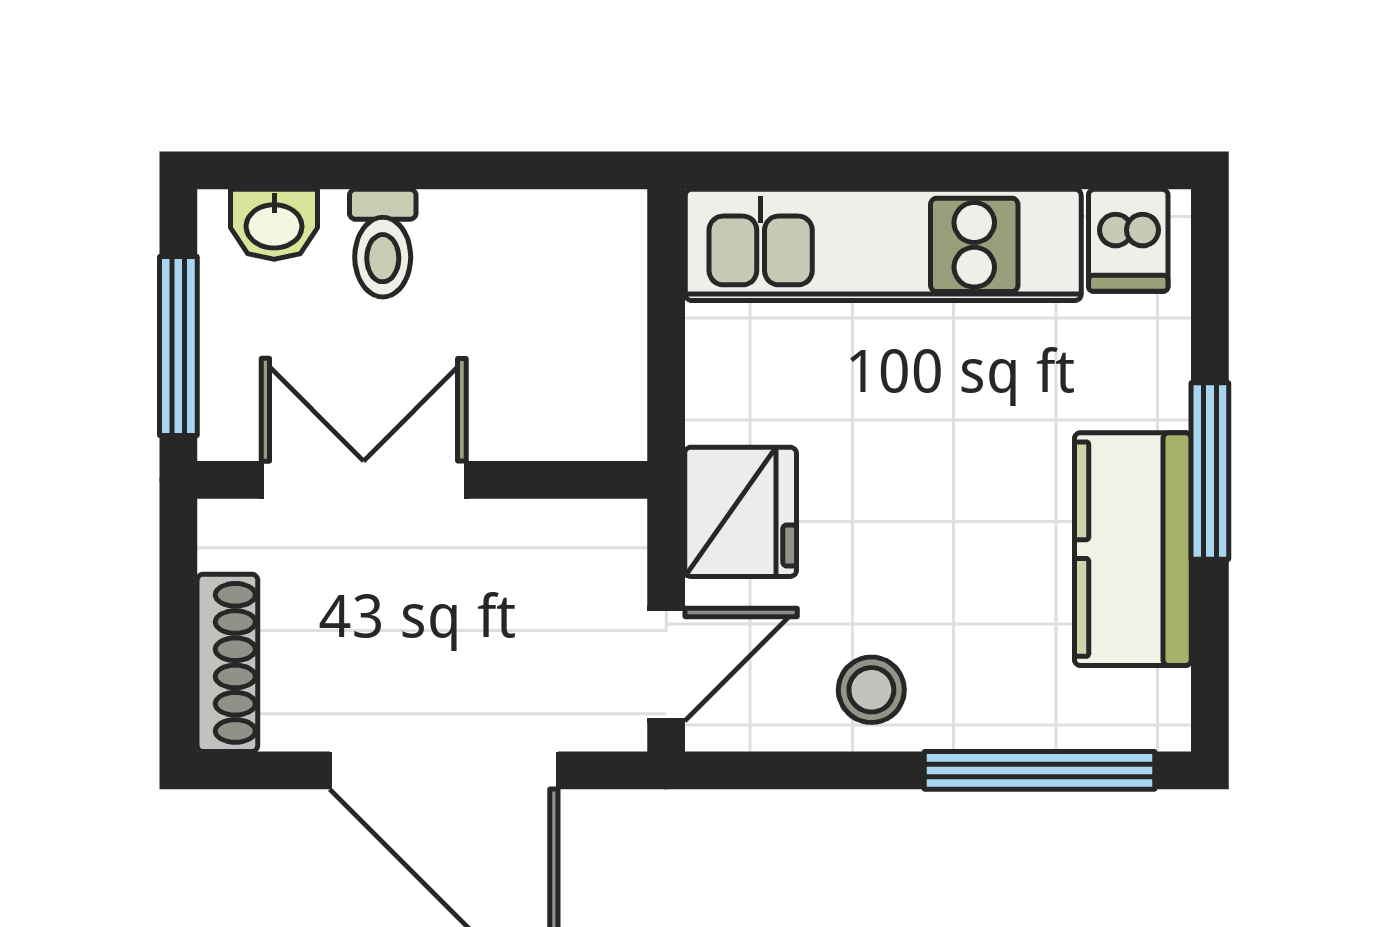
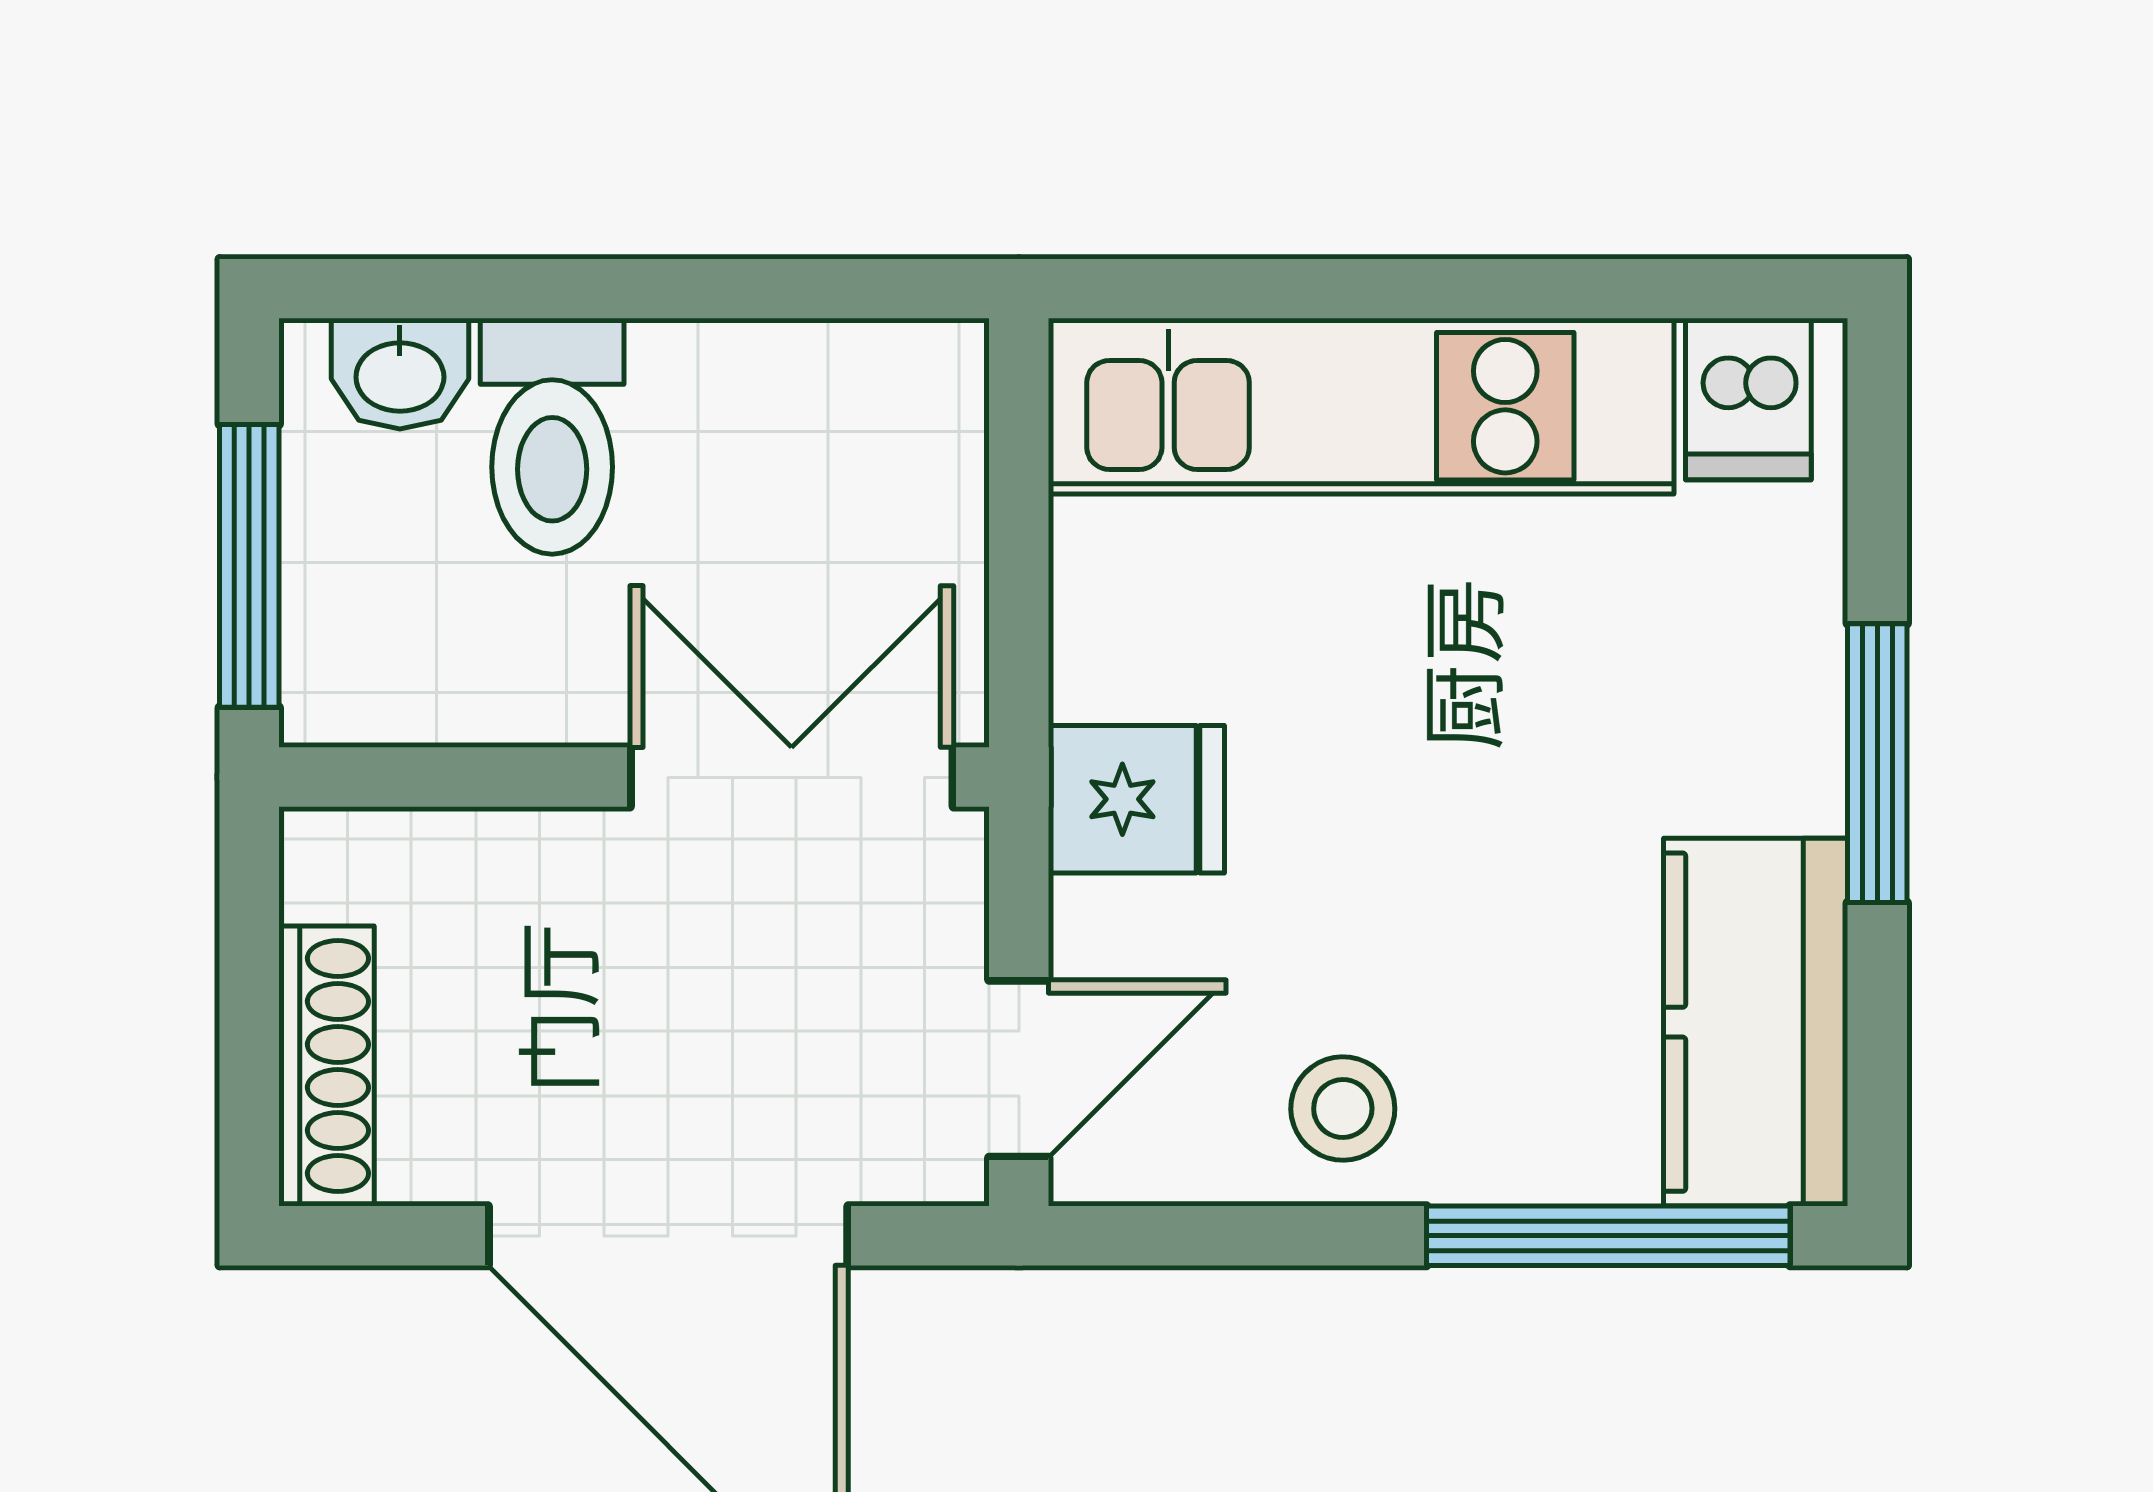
toilet: (383, 243) -> (552, 436), width x1.37, depth x1.39
double door: (364, 480) -> (792, 777), moved
fridge: (741, 512) -> (1136, 799), width x0.72
kitchen counter: (1133, 549) -> (1756, 1022), moved

